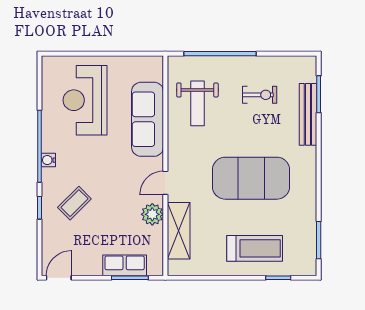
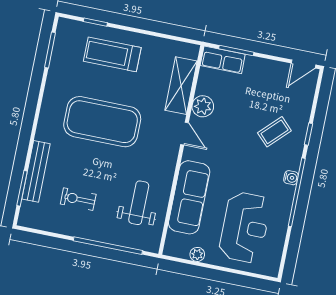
plant: (128, 63) -> (197, 254), added
door: (165, 183) -> (184, 134), hinge flipped
row of seats: (125, 265) -> (223, 60), moved

